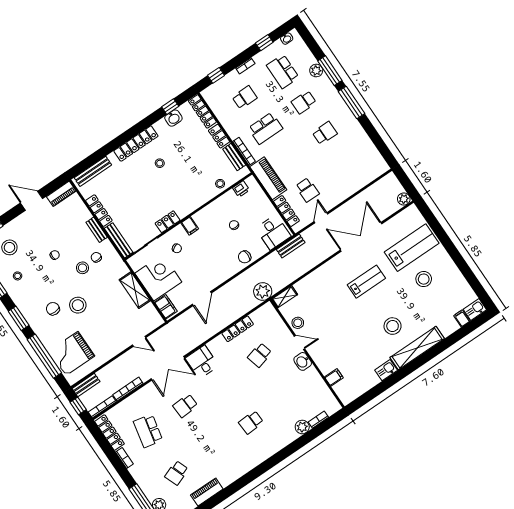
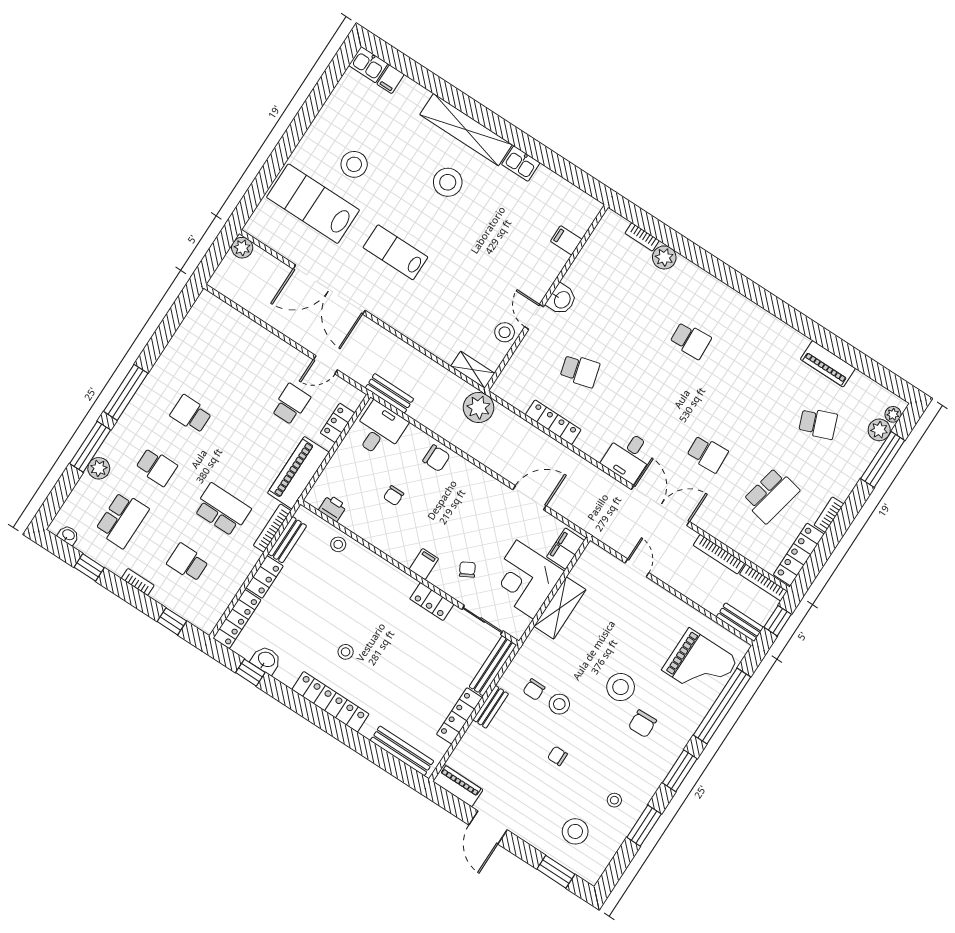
locker: (286, 211) -> (338, 423), width x0.66

